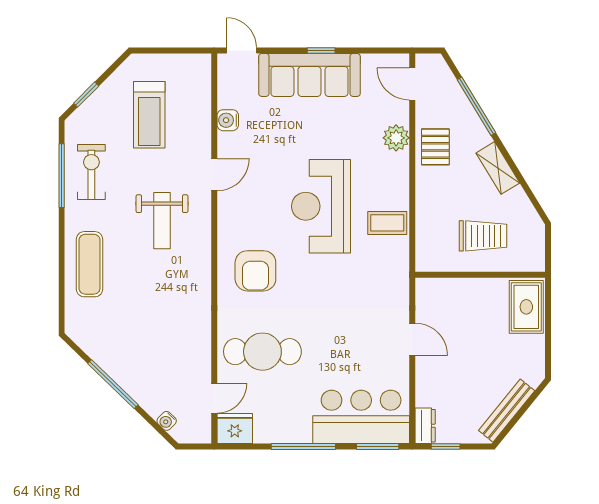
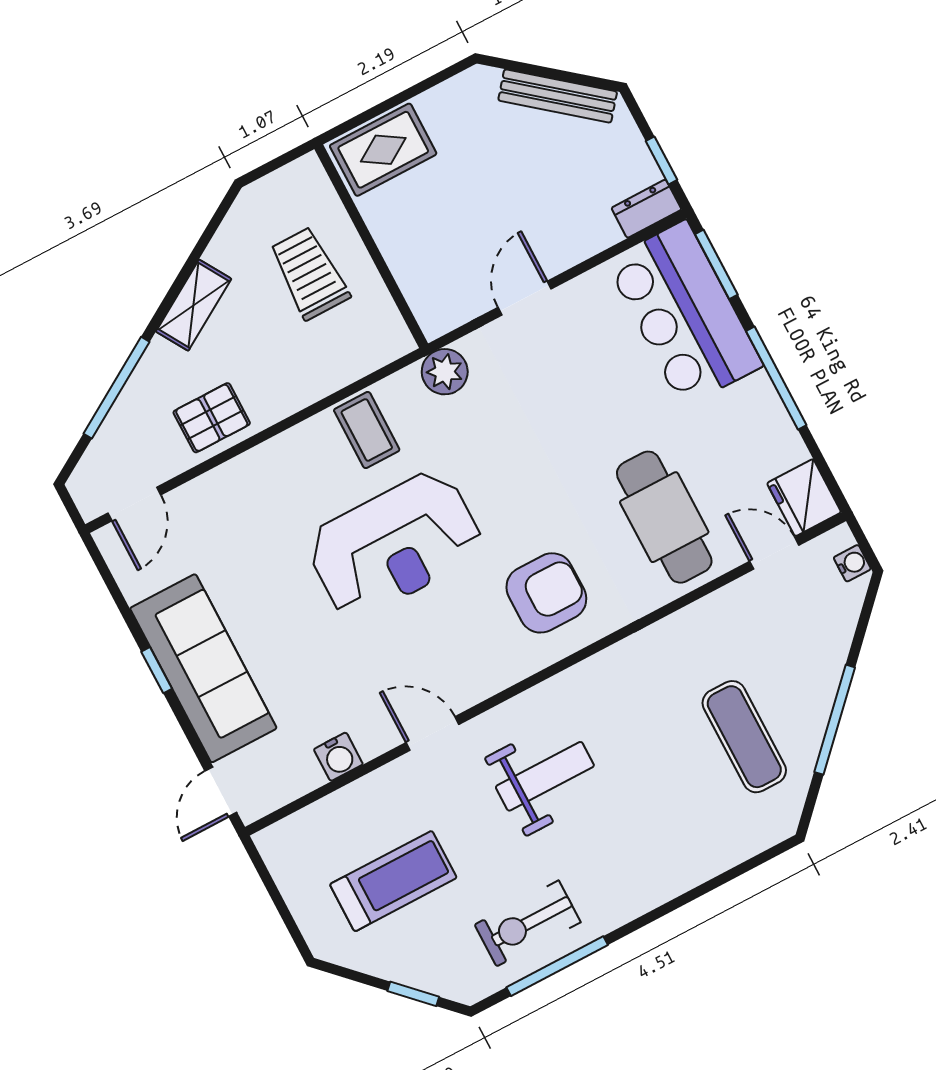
plant: (396, 138) -> (445, 372), moved
exercise mat: (90, 264) -> (744, 737), moved, turned 90
water cooler: (167, 421) -> (852, 563), moved, turned -44

